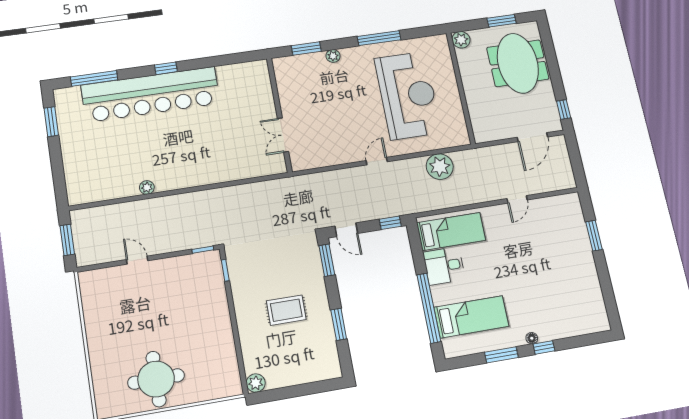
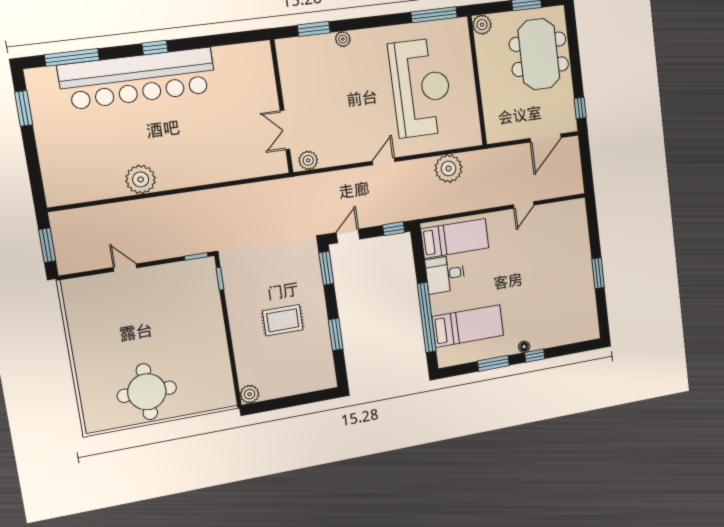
window: (379, 38) -> (434, 15), moved
plant: (306, 161) -> (308, 160), added
plant: (147, 187) -> (141, 179), width x1.88, depth x1.88
door: (346, 230) -> (348, 236), swing flipped
window: (594, 236) -> (598, 273), moved

